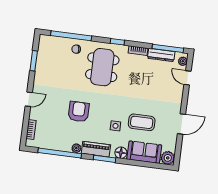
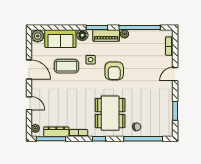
door: (187, 78) -> (29, 103), moved
armchair: (79, 112) -> (114, 71), moved
door: (182, 124) -> (29, 70), swing flipped

